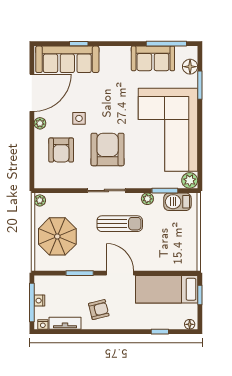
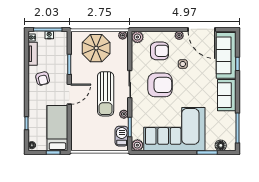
sofa: (153, 58) -> (227, 95), moved
armchair: (61, 150) -> (160, 51), turned 180
plant: (42, 180) -> (137, 37), added
sun lounger: (120, 224) -> (106, 94), width x1.36, depth x1.34

